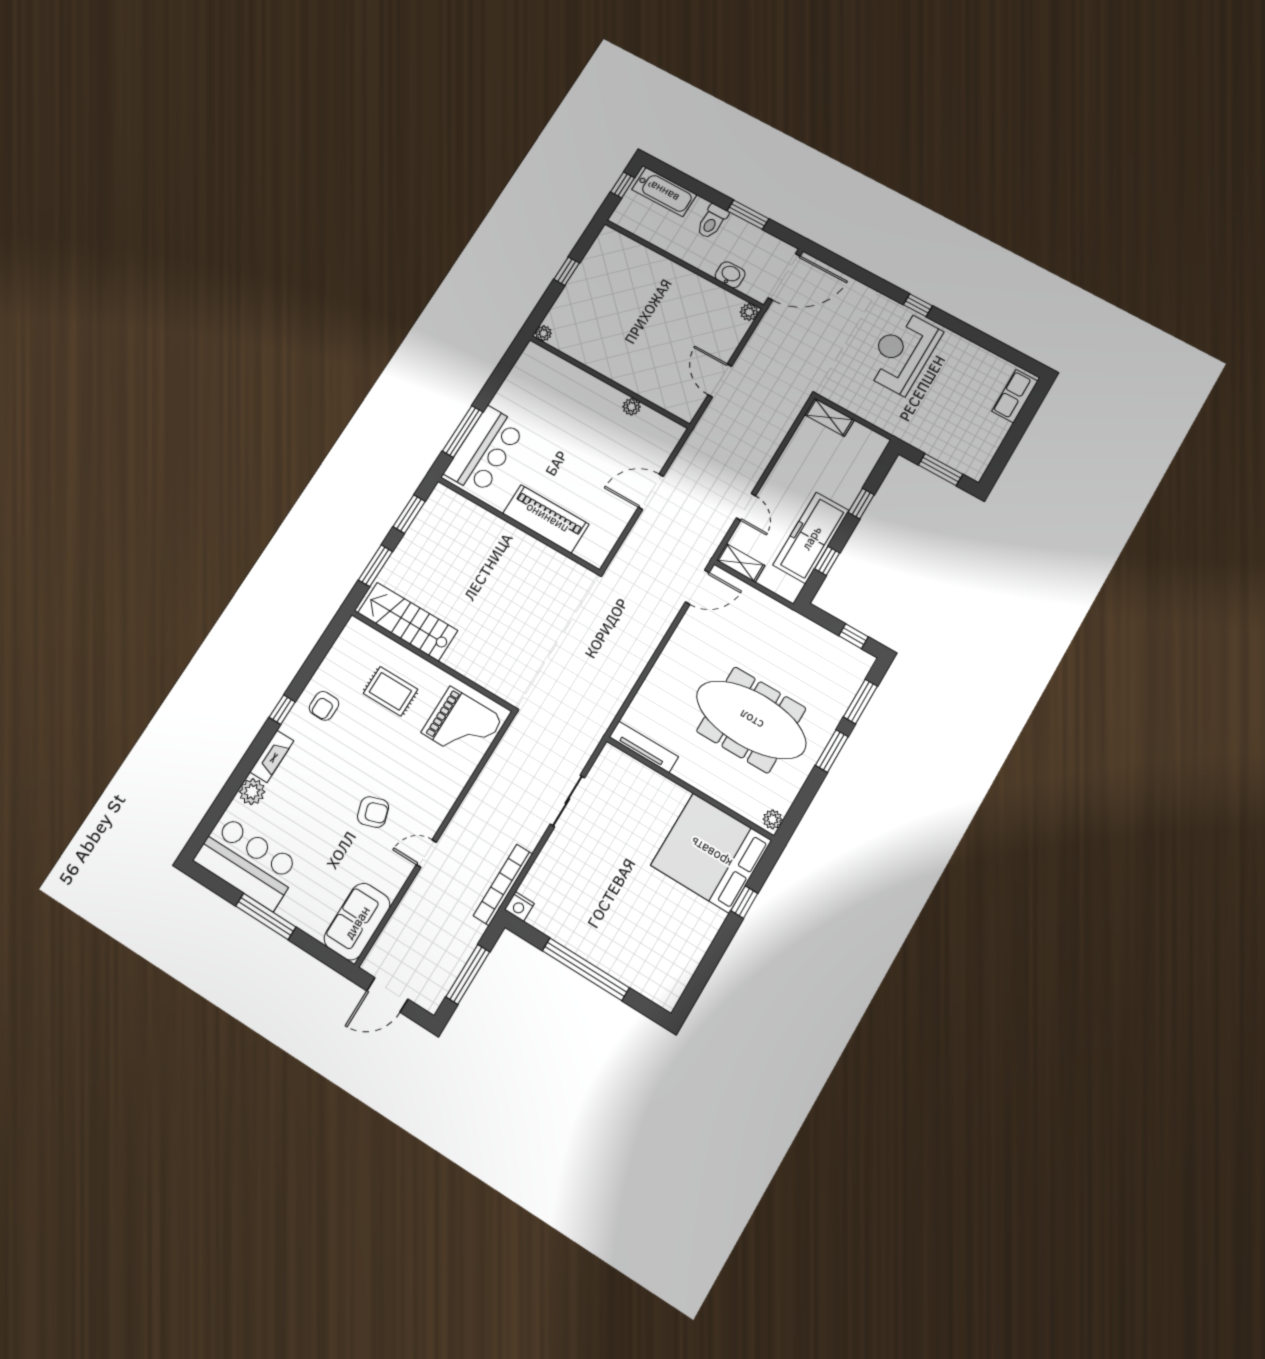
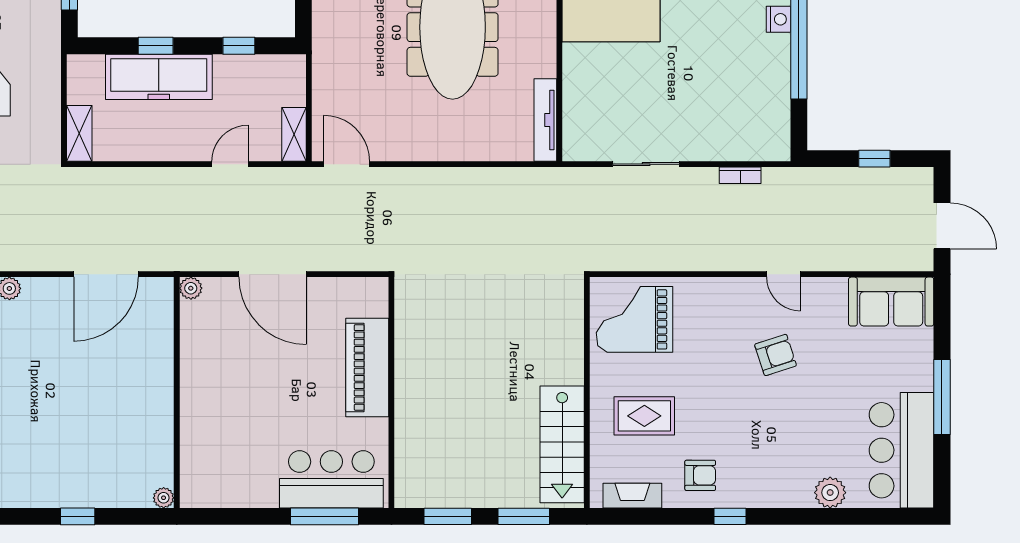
door: (720, 381) -> (106, 274), width x1.36
plant: (632, 407) -> (191, 288), moved
door: (651, 492) -> (273, 274), width x1.36
freezer: (811, 538) -> (159, 77), moved
rug: (390, 691) -> (644, 416), turned 90
grand piano: (462, 725) -> (634, 319), turned -90
fireplace: (272, 756) -> (632, 496), moved
armchair: (373, 812) -> (776, 355), turned 90
bookcase: (503, 885) -> (740, 175), width x0.43, depth x0.76
nightstand: (519, 906) -> (778, 19), moved
window: (468, 974) -> (874, 159), width x0.46

